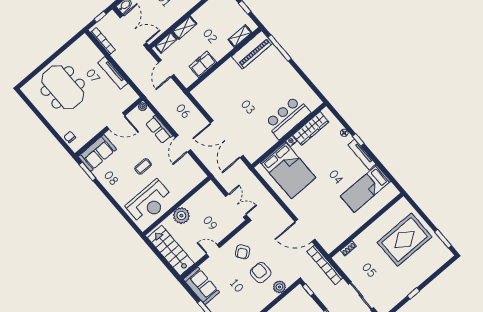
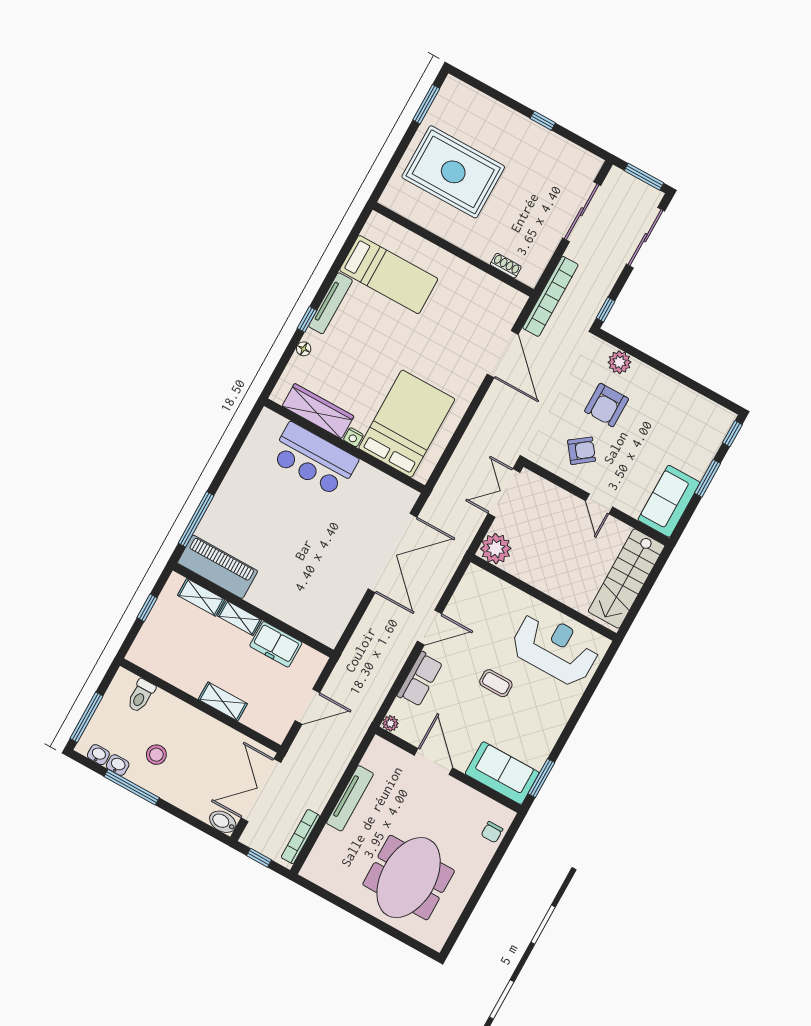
shelving: (166, 43) -> (240, 618), moved
plant: (181, 216) -> (496, 549), moved

